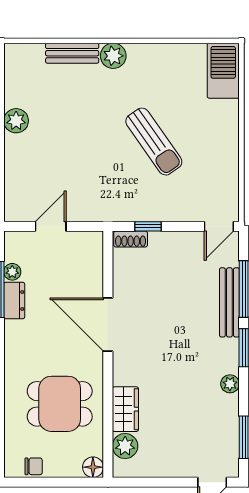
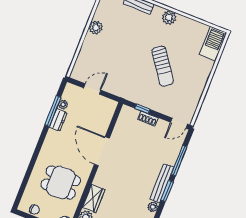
plant: (113, 56) -> (169, 18), moved
shoe rack: (131, 239) -> (148, 118), moved
bench: (229, 302) -> (162, 183), moved

